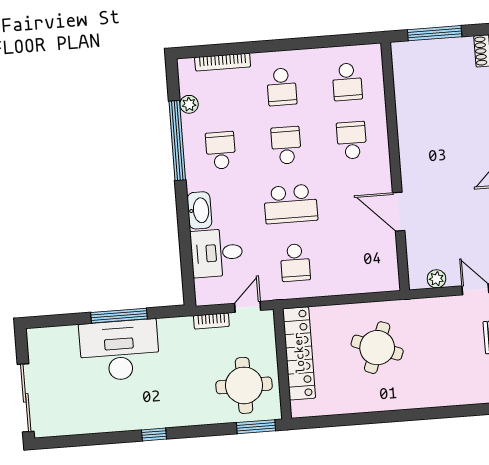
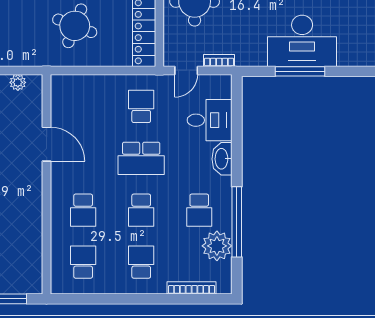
plant: (189, 104) -> (217, 246), width x1.88, depth x1.88
school desk: (291, 204) -> (141, 158), turned 180

